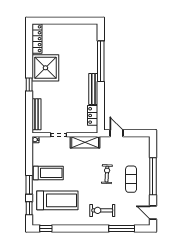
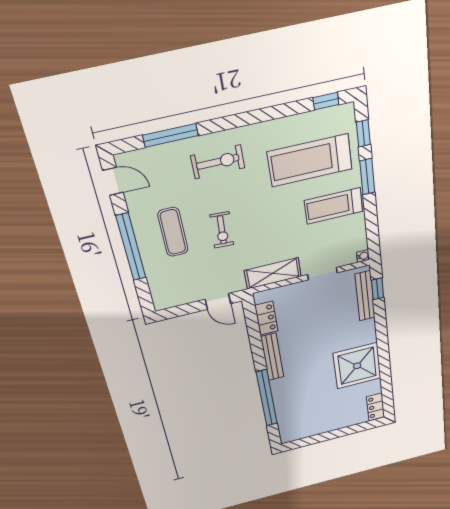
locker: (37, 39) -> (375, 407), width x0.66
window: (29, 84) -> (378, 289), moved

